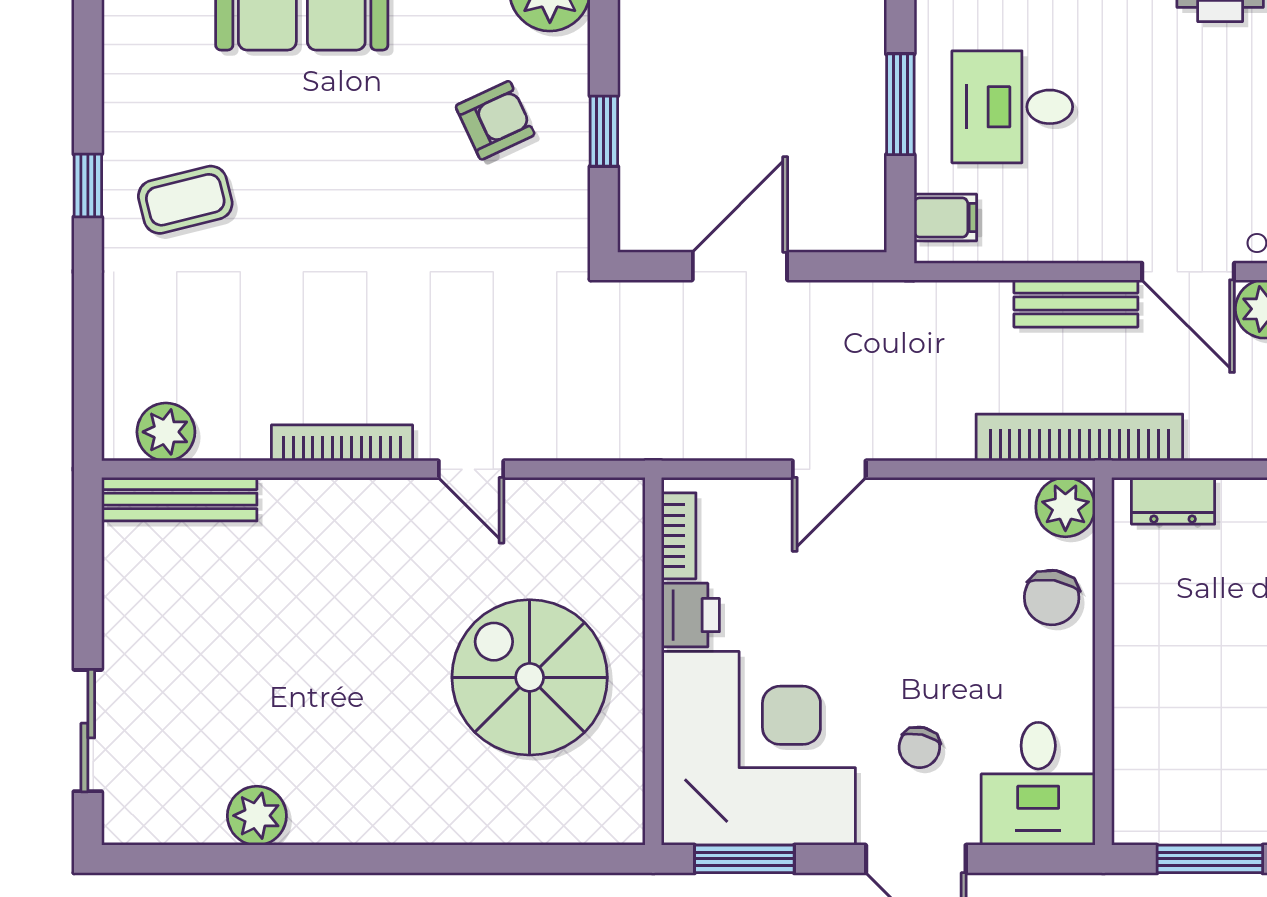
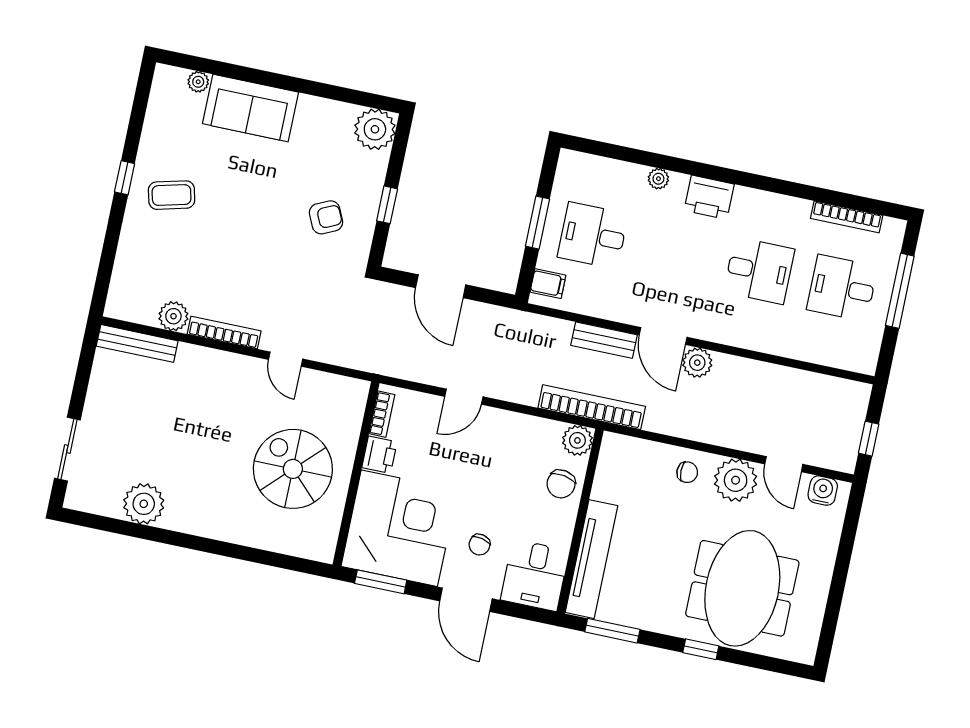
armchair: (495, 120) -> (326, 217), moved
door: (740, 266) -> (441, 286), swing flipped
plant: (166, 432) -> (173, 316), moved
dresser: (1173, 501) -> (632, 449), removed
tv unit: (1141, 730) -> (592, 559), added
plant: (257, 816) -> (144, 504), width x1.36, depth x1.36

